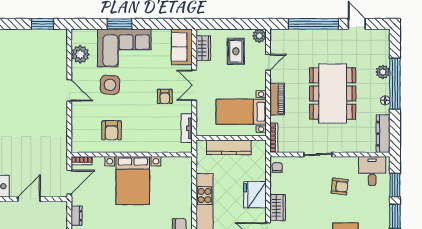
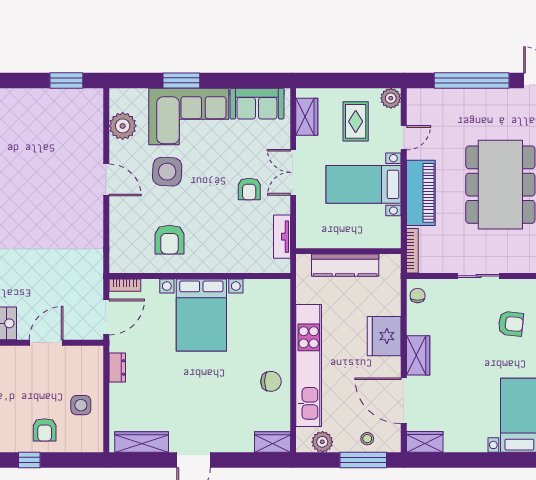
sofa: (182, 47) -> (257, 104), moved, turned -90
piano: (277, 99) -> (421, 193), width x1.37, depth x1.33
bed with nightstands: (241, 112) -> (364, 184), moved

